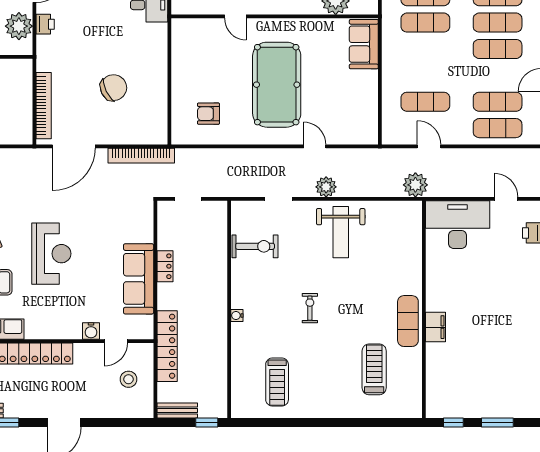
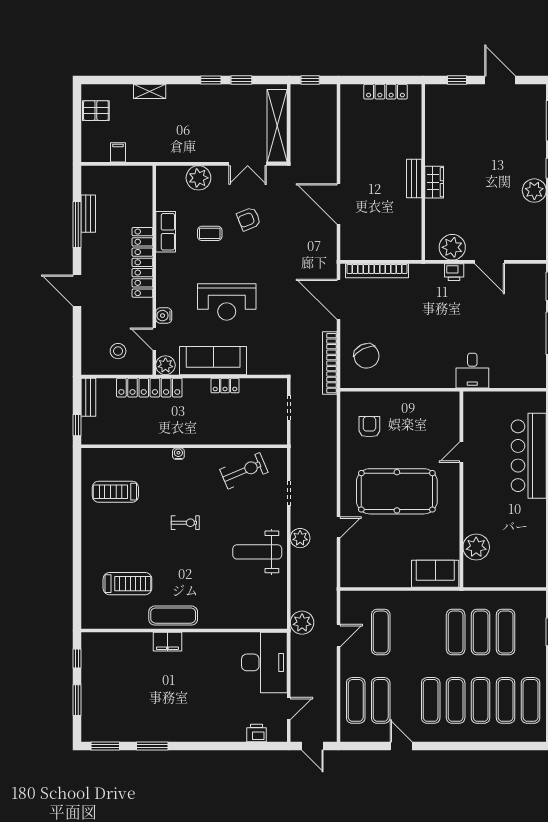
chair: (114, 88) -> (367, 356), moved
exercise bike: (255, 246) -> (244, 471), turned -113
reception desk: (51, 254) -> (227, 302), moved
plant: (143, 329) -> (165, 365), added

